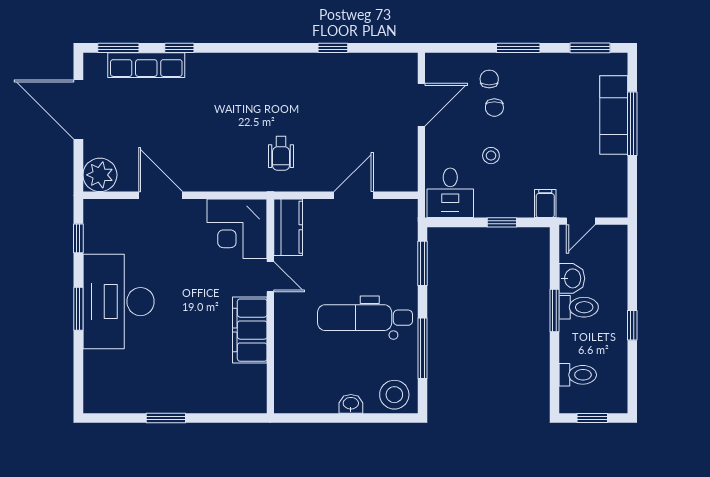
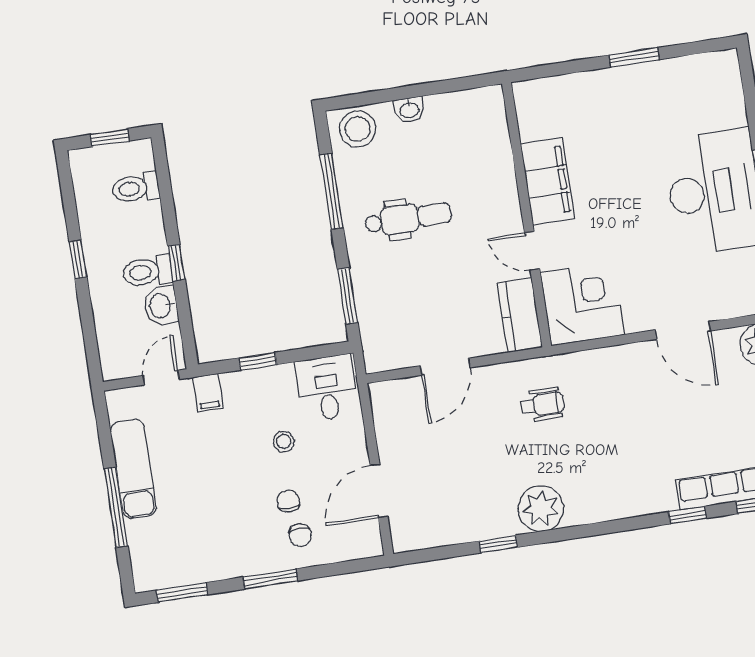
plant: (295, 71) -> (541, 509), added
exam couch: (614, 115) -> (133, 469), moved
wheelchair: (281, 153) -> (542, 405), turned 90
window: (554, 311) -> (176, 263), width x0.67
dental chair: (365, 318) -> (408, 218), width x0.73, depth x0.72

